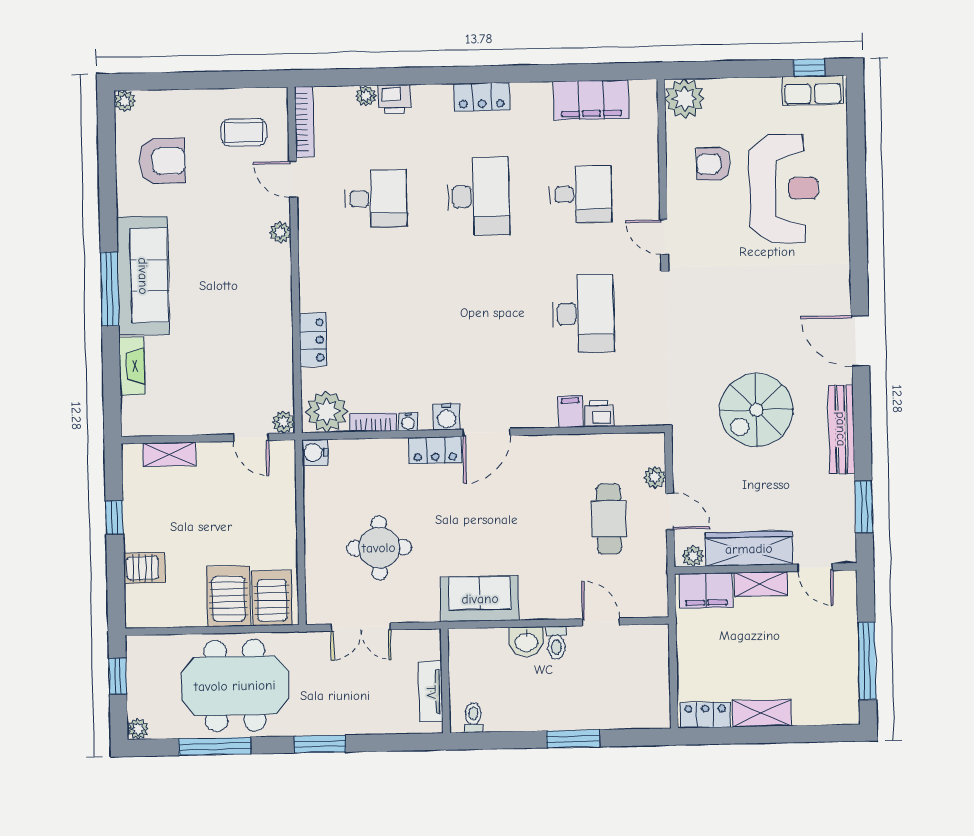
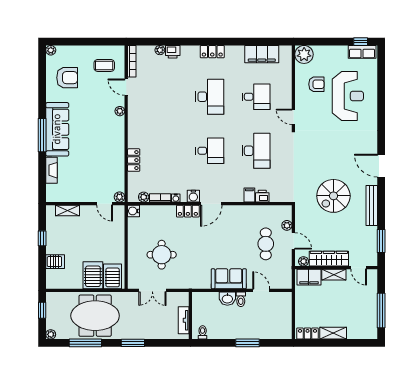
armchair: (713, 164) -> (316, 84), turned 180
desk: (376, 199) -> (210, 151), moved
plant: (327, 412) -> (144, 197), width x0.53, depth x0.53
sofa: (480, 599) -> (229, 279), moved

